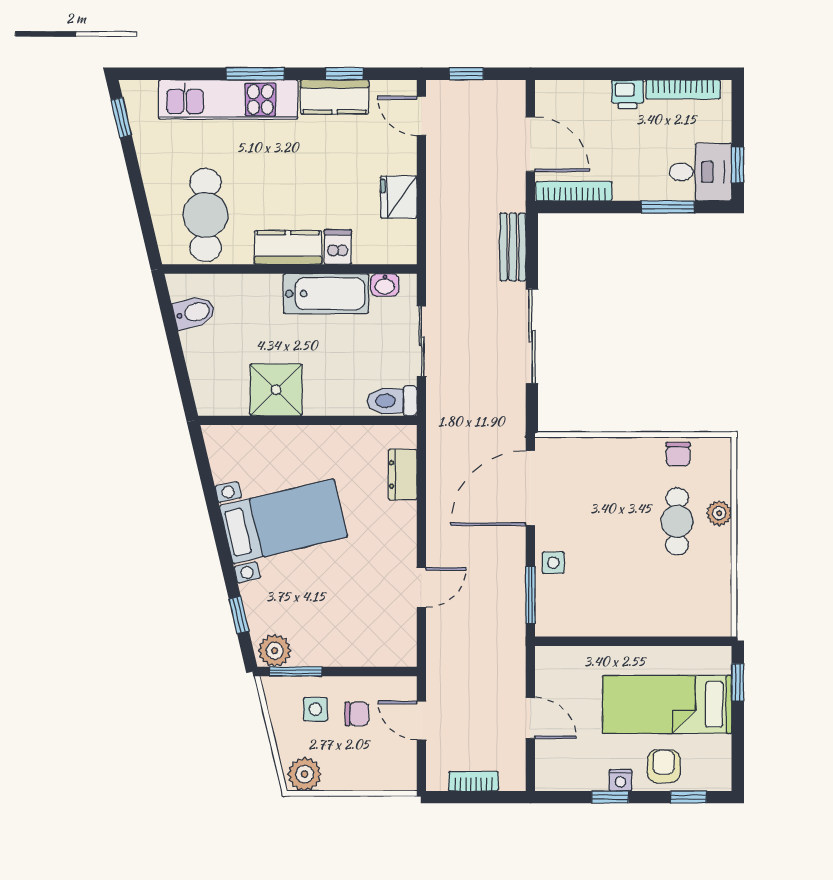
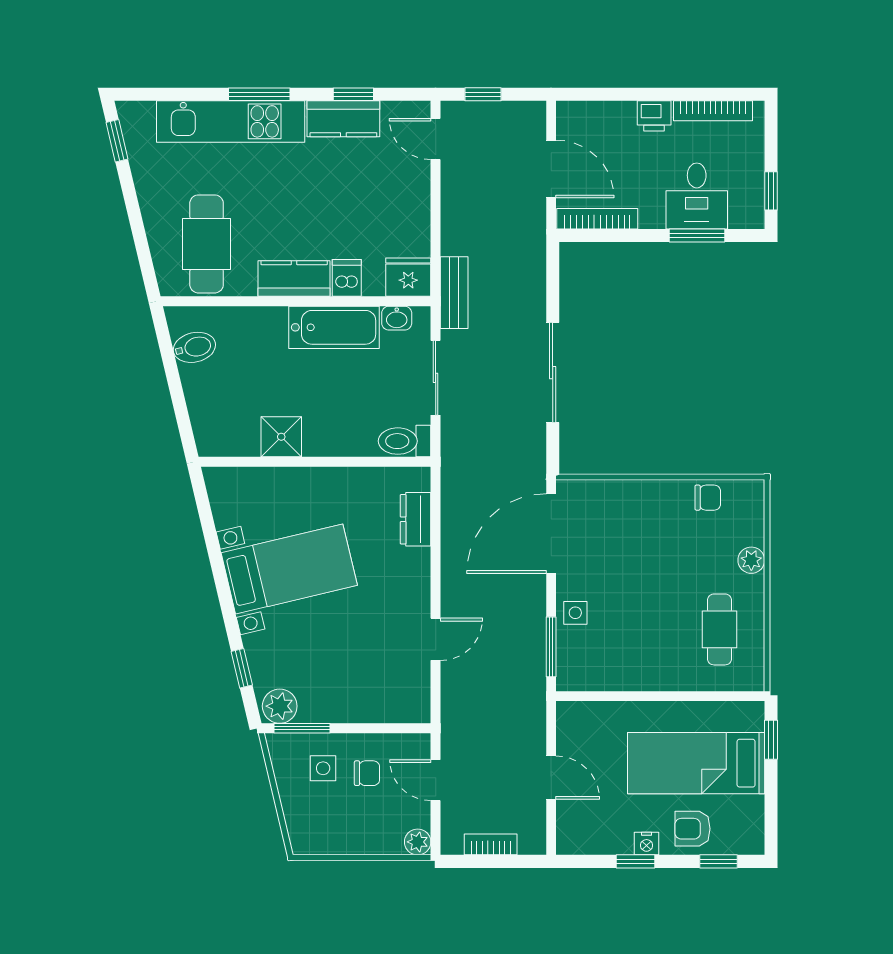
desk: (700, 172) -> (697, 196), moved, turned 90
fridge: (399, 197) -> (408, 277), moved, turned 90
bench: (513, 247) -> (454, 293), moved
shower: (276, 390) -> (281, 437), width x0.73, depth x0.73
chair: (678, 454) -> (708, 498), turned -90
cafe table: (677, 521) -> (719, 629), moved
armchair: (664, 766) -> (693, 829), turned -90
plant: (305, 774) -> (418, 842), moved, width x0.73, depth x0.73

